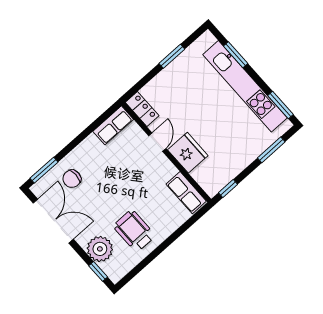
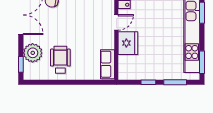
window: (228, 188) -> (148, 82), moved

